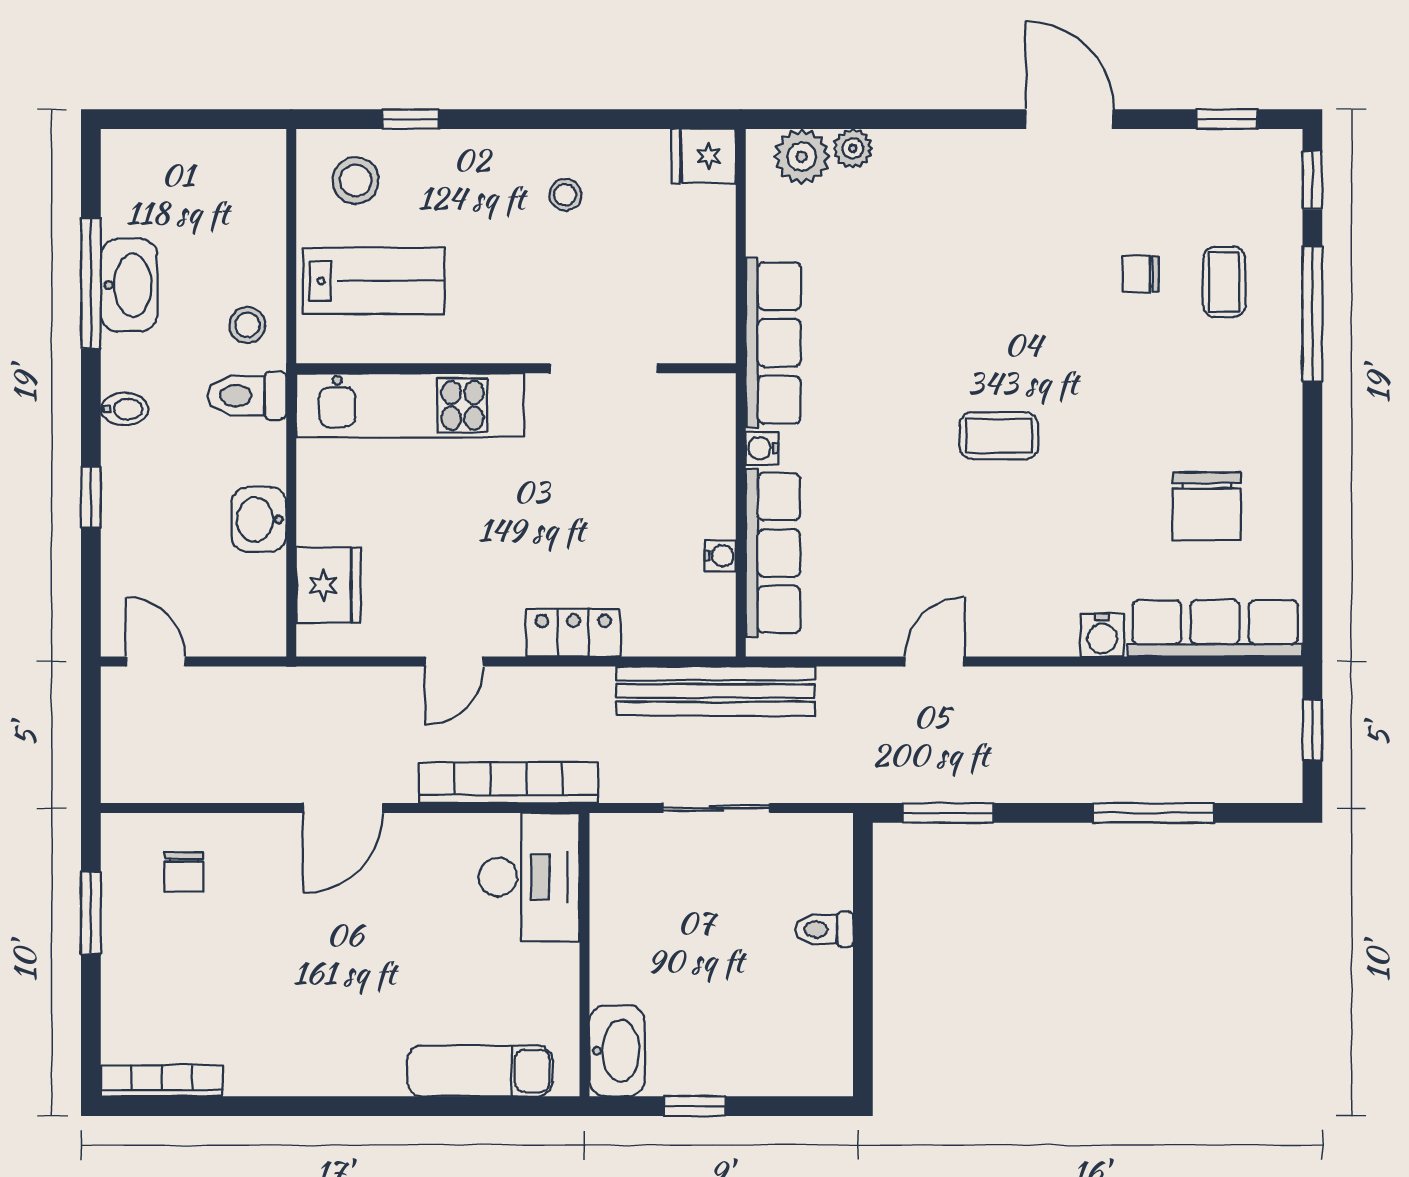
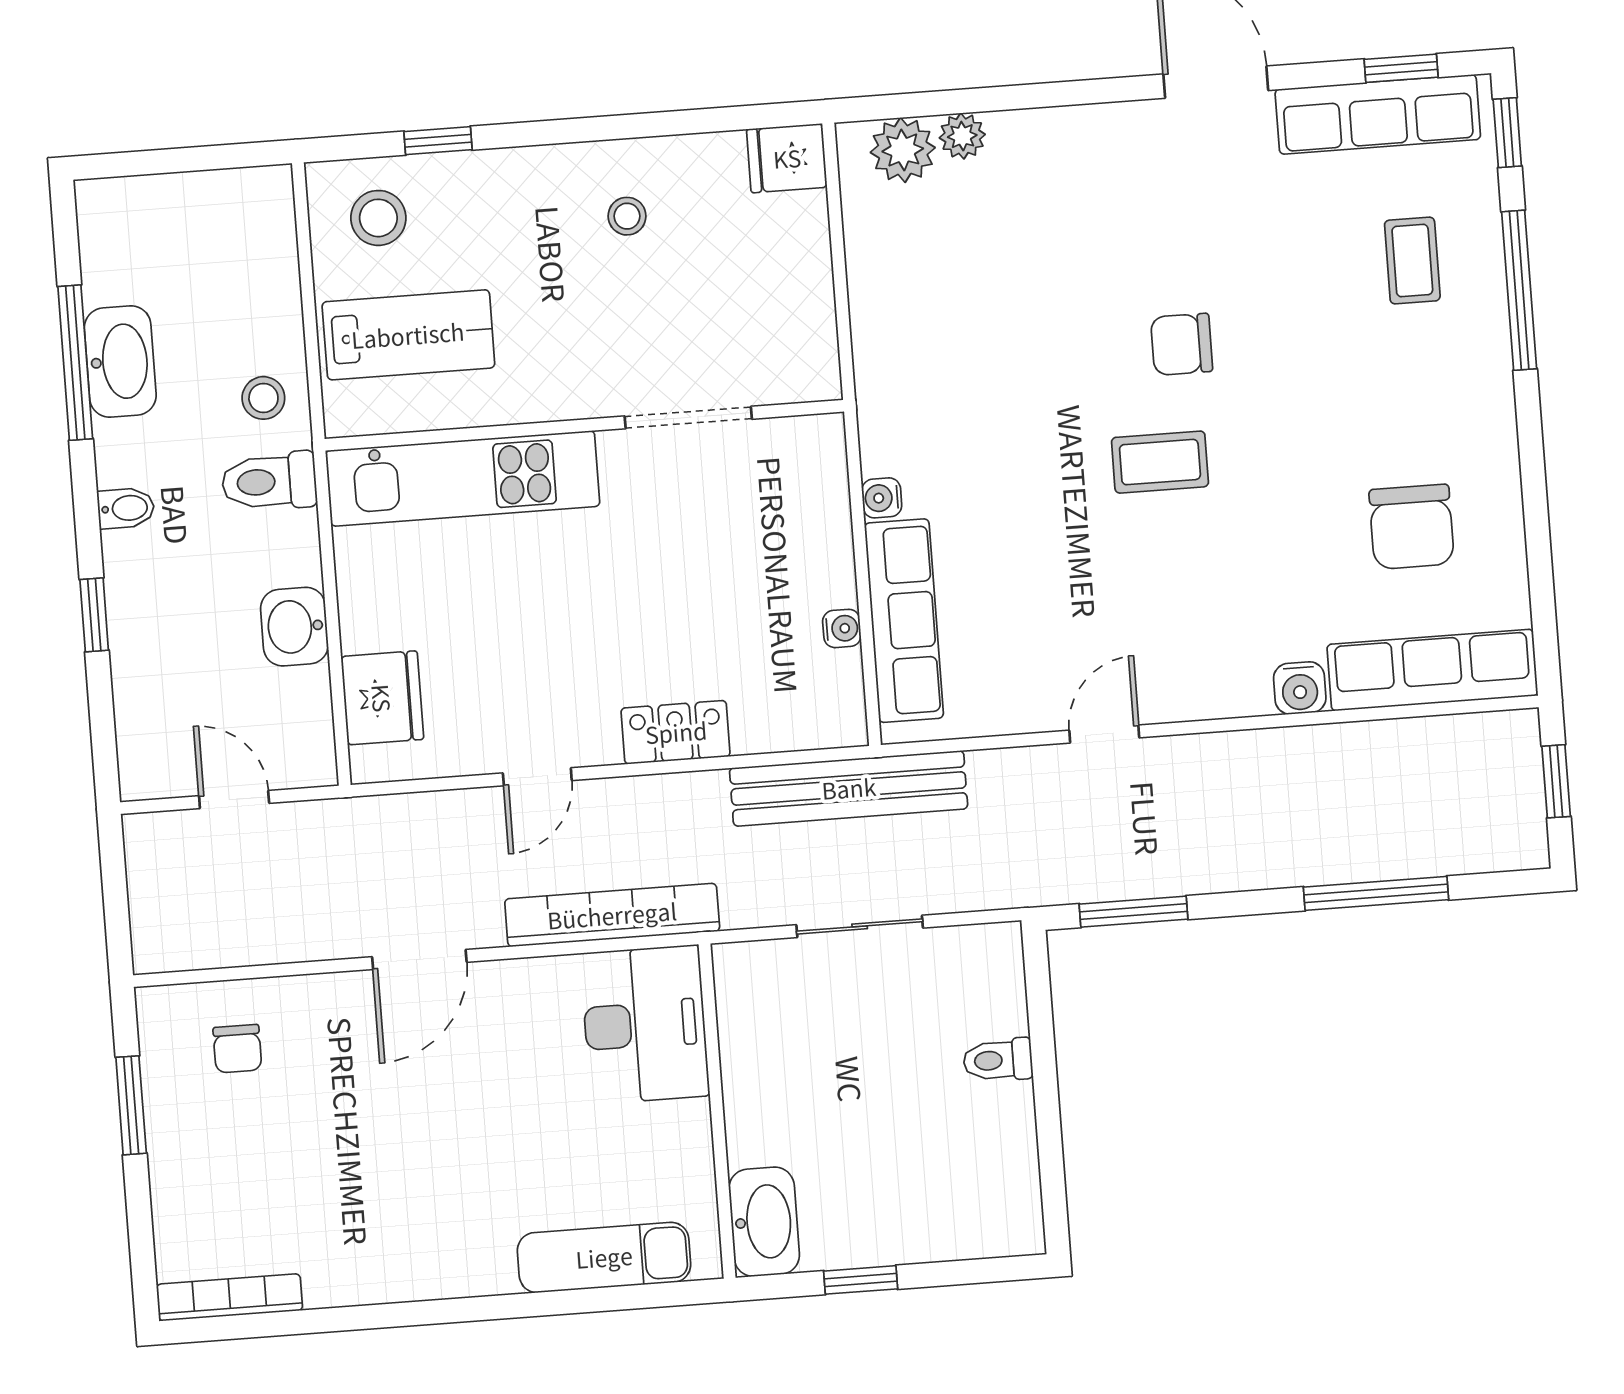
chair: (1141, 274) -> (1182, 344), moved, width x1.37, depth x1.37
row of seats: (773, 343) -> (1378, 114), moved, turned 90
door: (155, 661) -> (234, 800), moved

